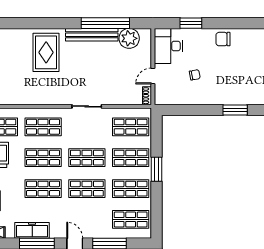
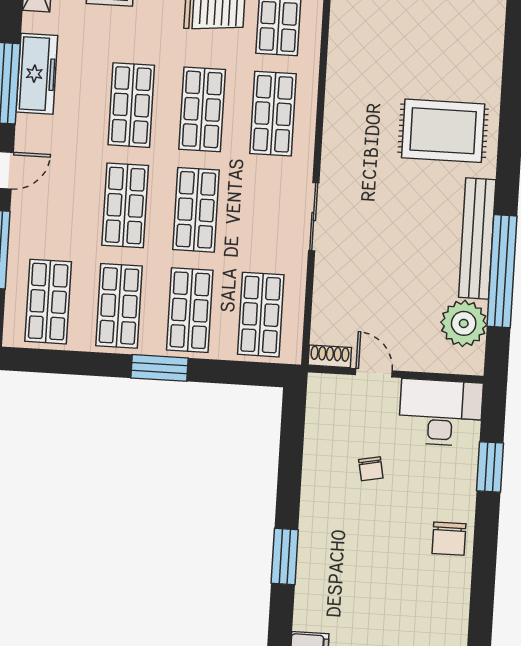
chair: (223, 39) -> (449, 539), turned 180

